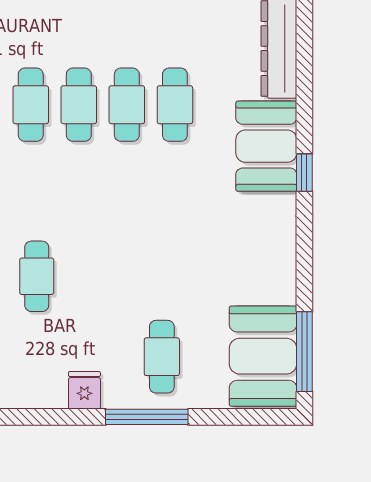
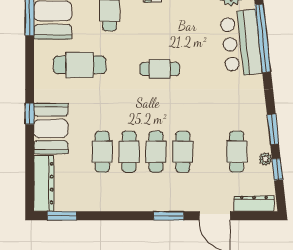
cafe table: (215, 260) -> (80, 65), added
cafe table: (37, 276) -> (160, 69), moved, turned 90

